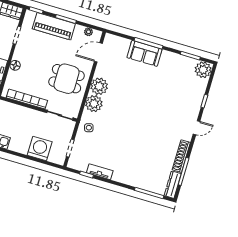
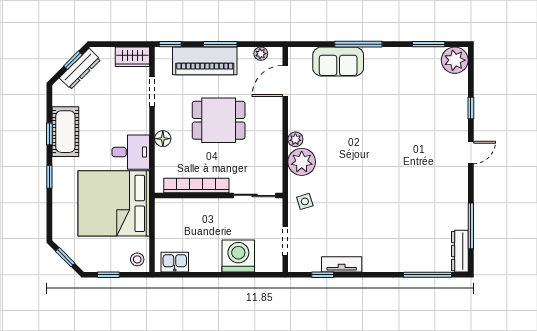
sofa: (144, 53) -> (338, 62), moved
dining table: (66, 79) -> (219, 120), moved
plant: (99, 86) -> (295, 139), width x0.53, depth x0.53
shoe rack: (181, 156) -> (460, 203), removed

